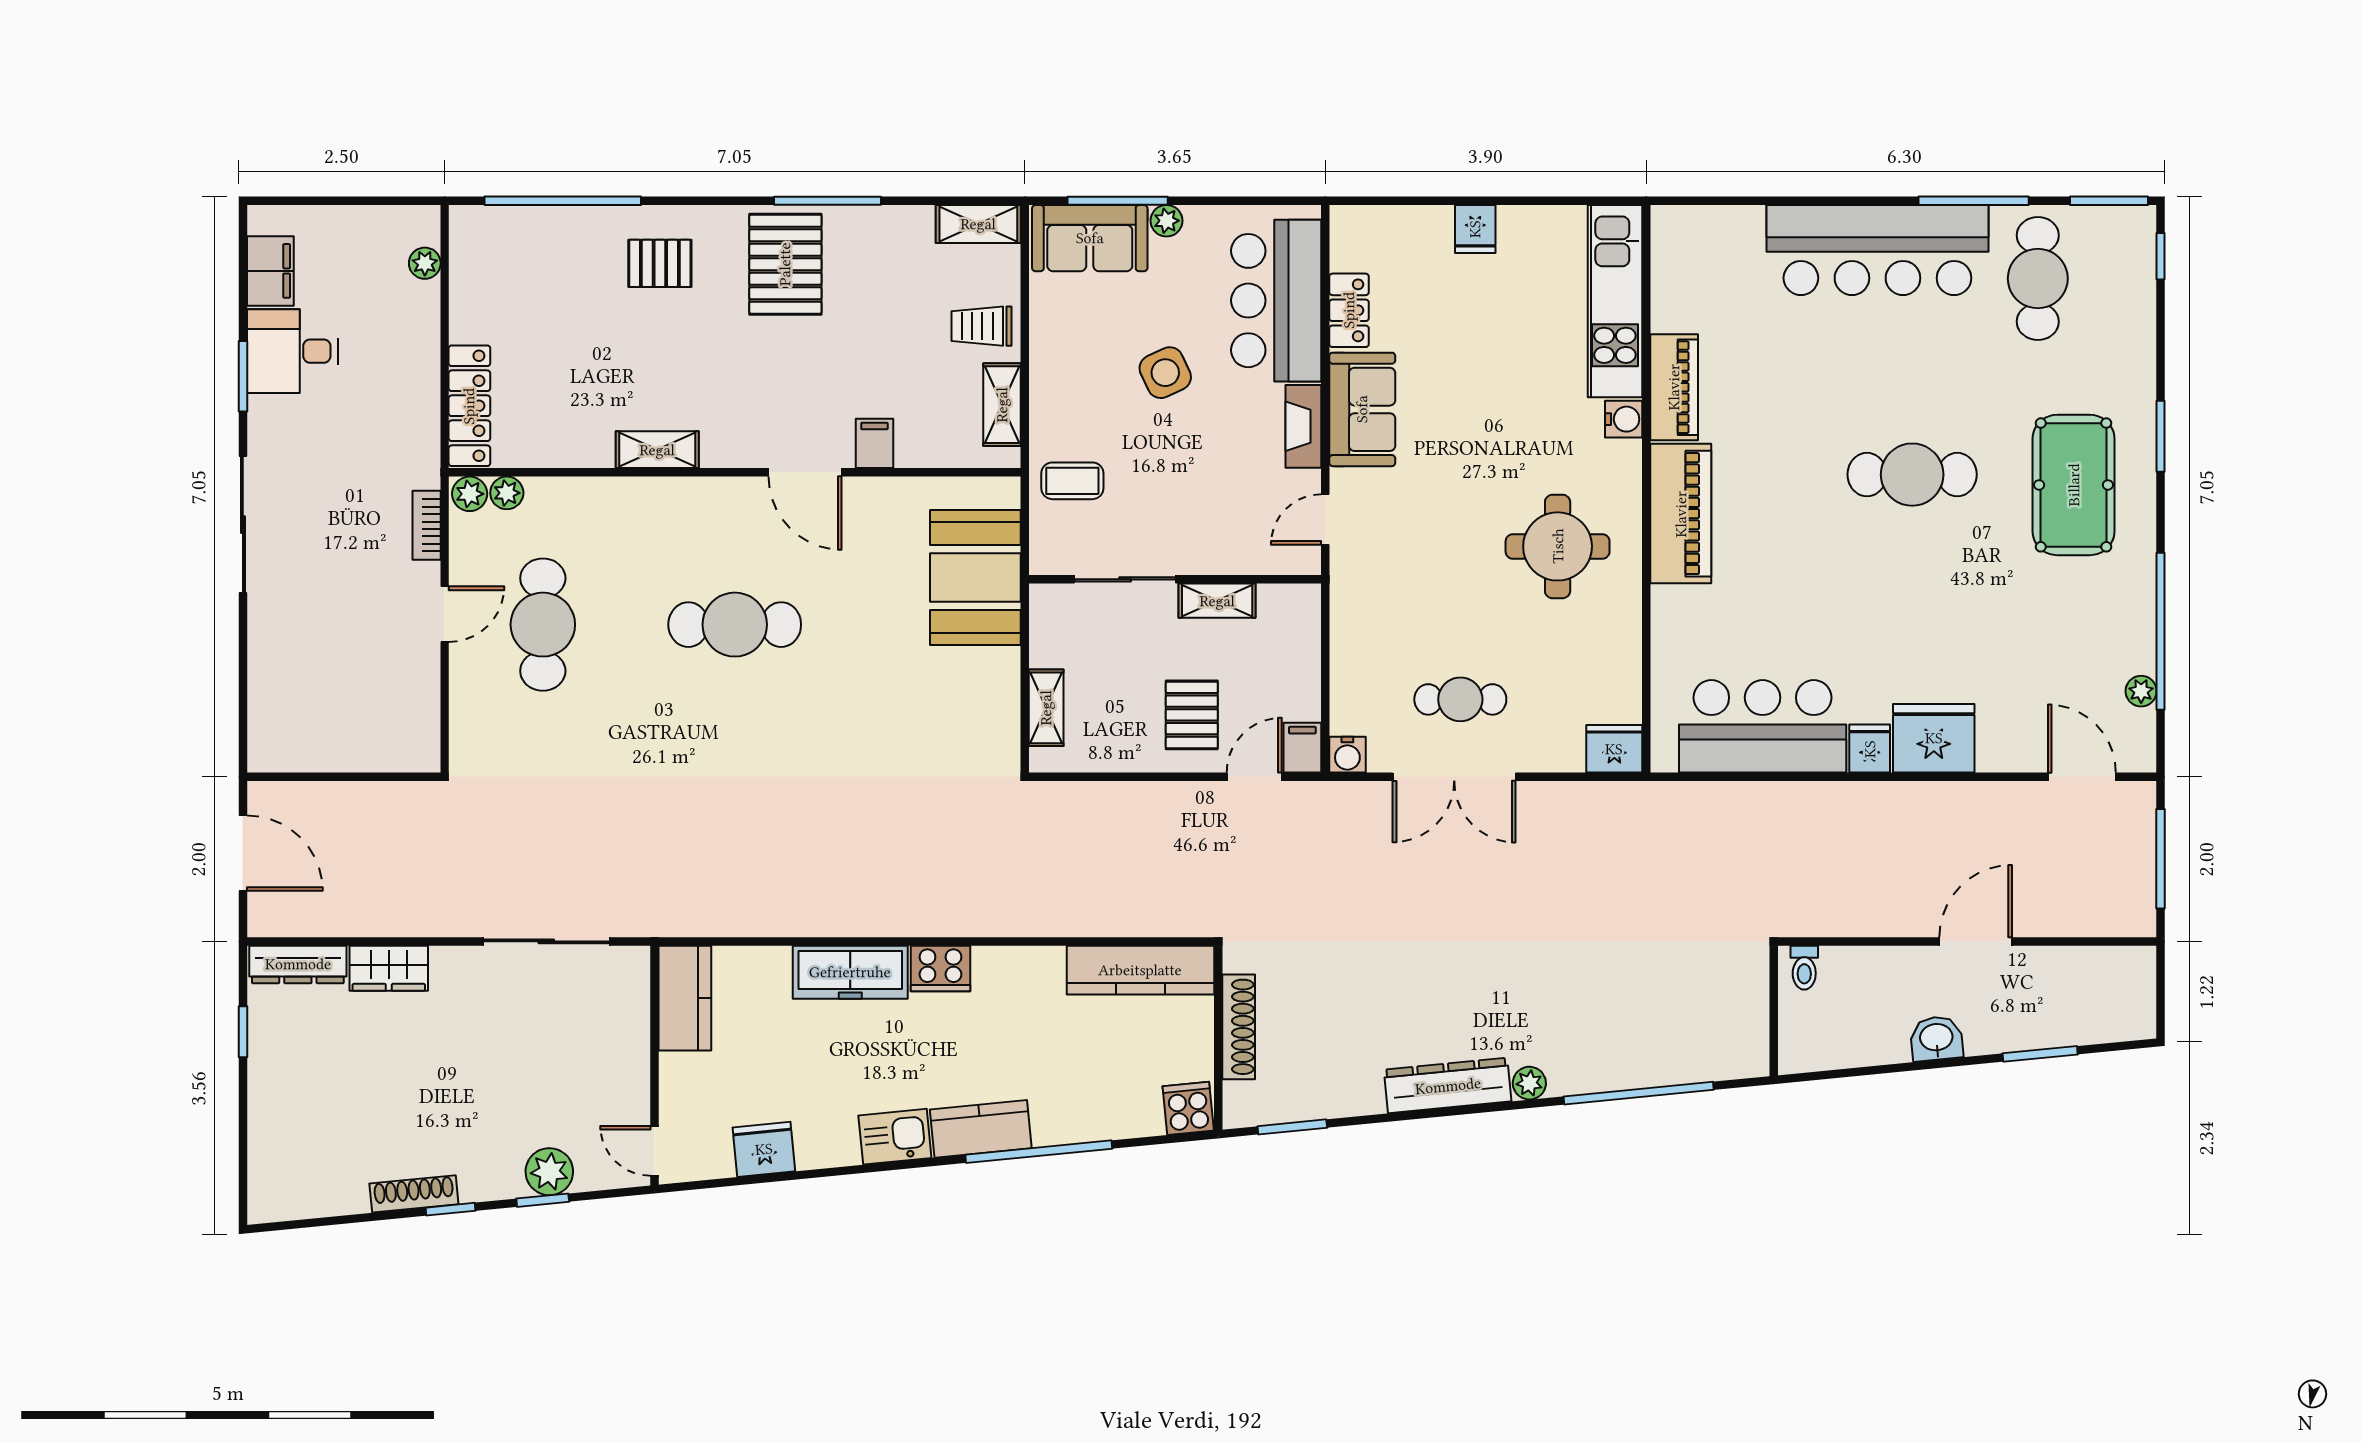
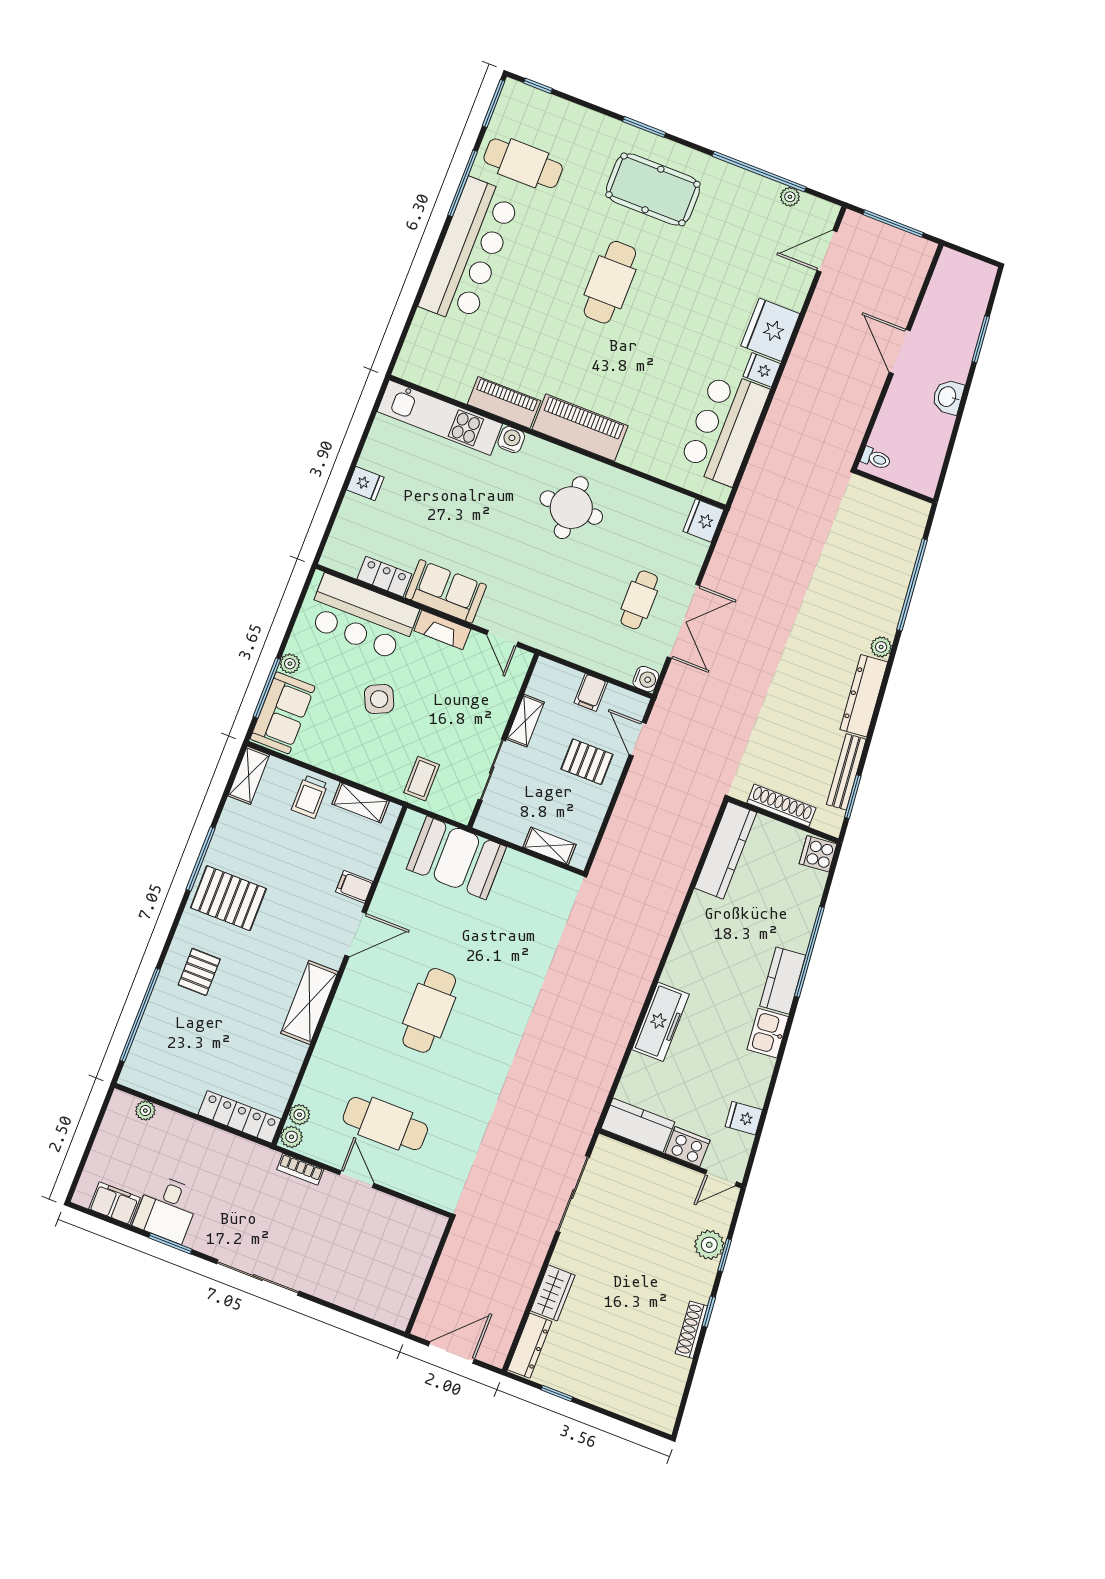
shelving: (657, 450) -> (309, 1003), width x1.50, depth x1.33
filing cabinet: (1302, 748) -> (591, 692), moved, turned -90
cooker: (940, 968) -> (687, 1147), moved, turned -90
bench: (1325, 1103) -> (846, 772), added
fridge: (764, 1149) -> (744, 1118), width x0.72

